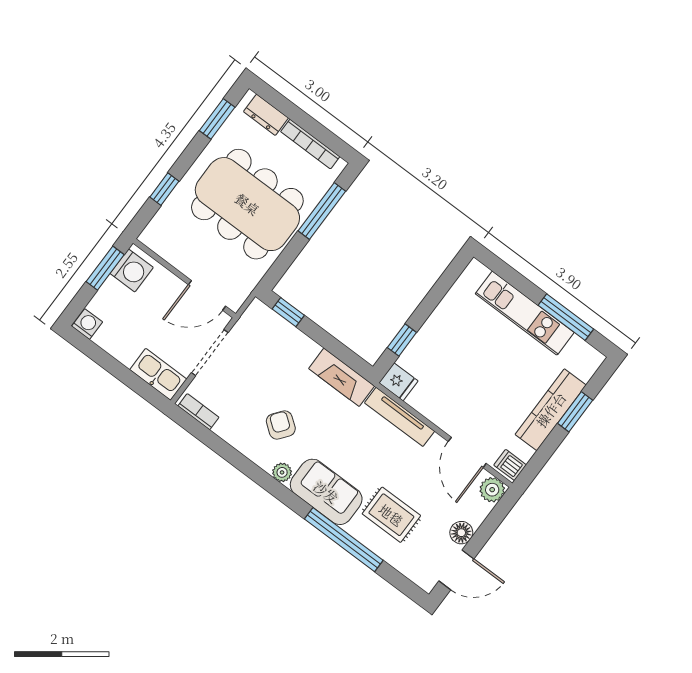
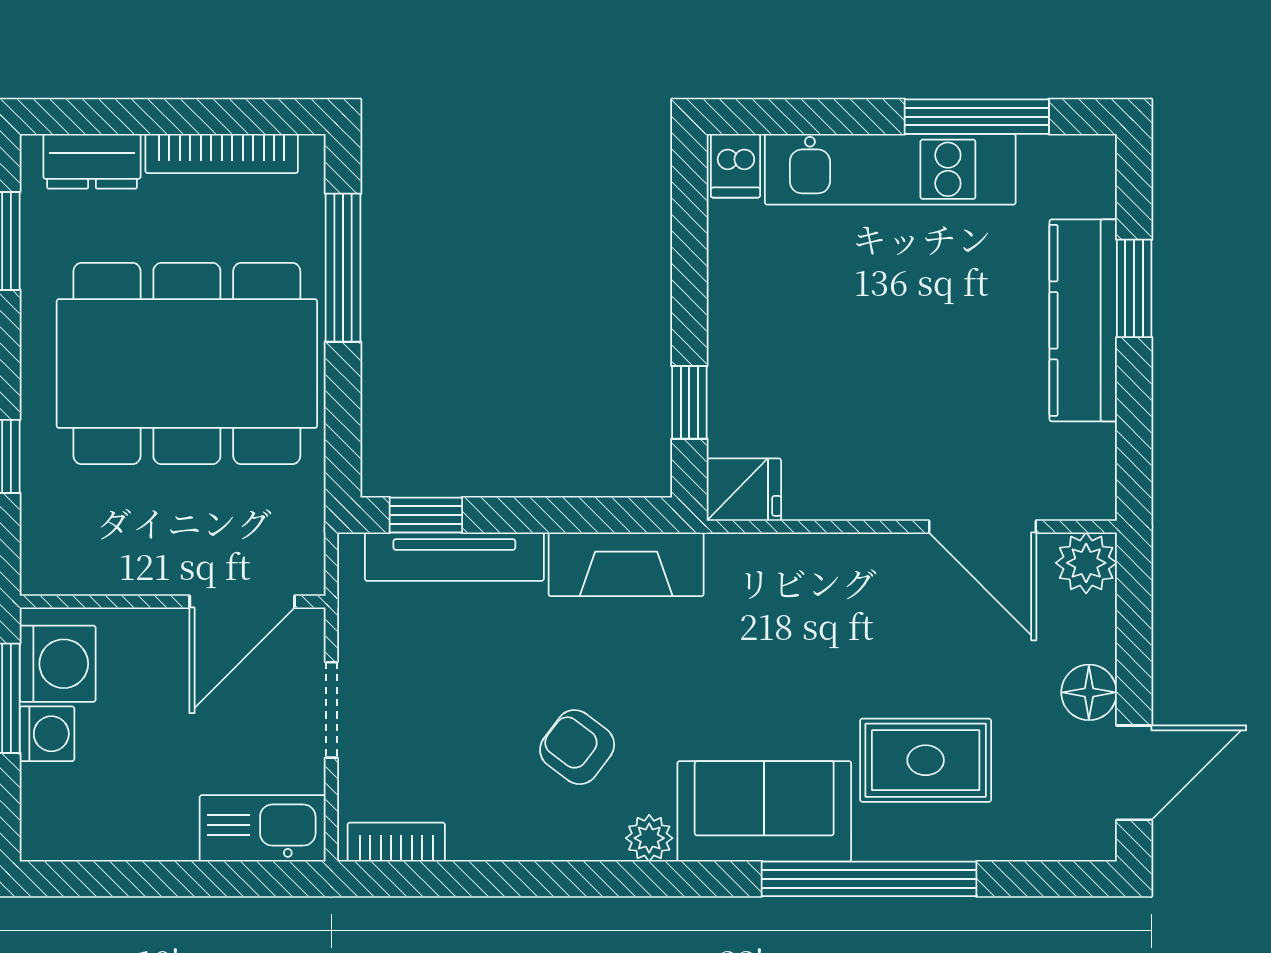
washing machine: (87, 324) -> (47, 734), moved, turned 90
doorway: (210, 353) -> (331, 710), width x0.73
tv unit: (400, 417) -> (454, 557), moved
dishwasher: (510, 465) -> (735, 166), moved, turned -90

